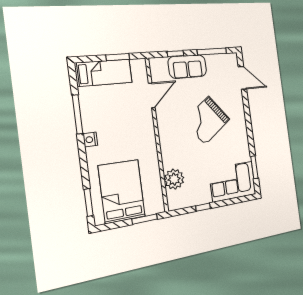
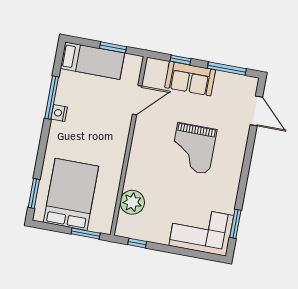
grand piano: (207, 120) -> (193, 148), turned -53
nightstand: (90, 140) -> (59, 113), moved
window: (203, 207) -> (137, 243), moved

